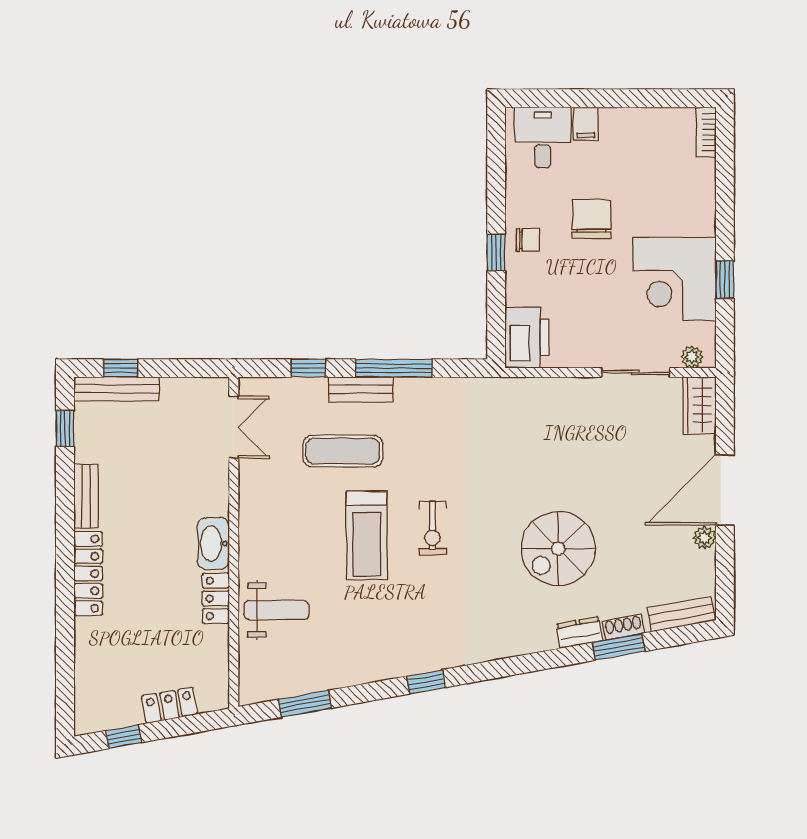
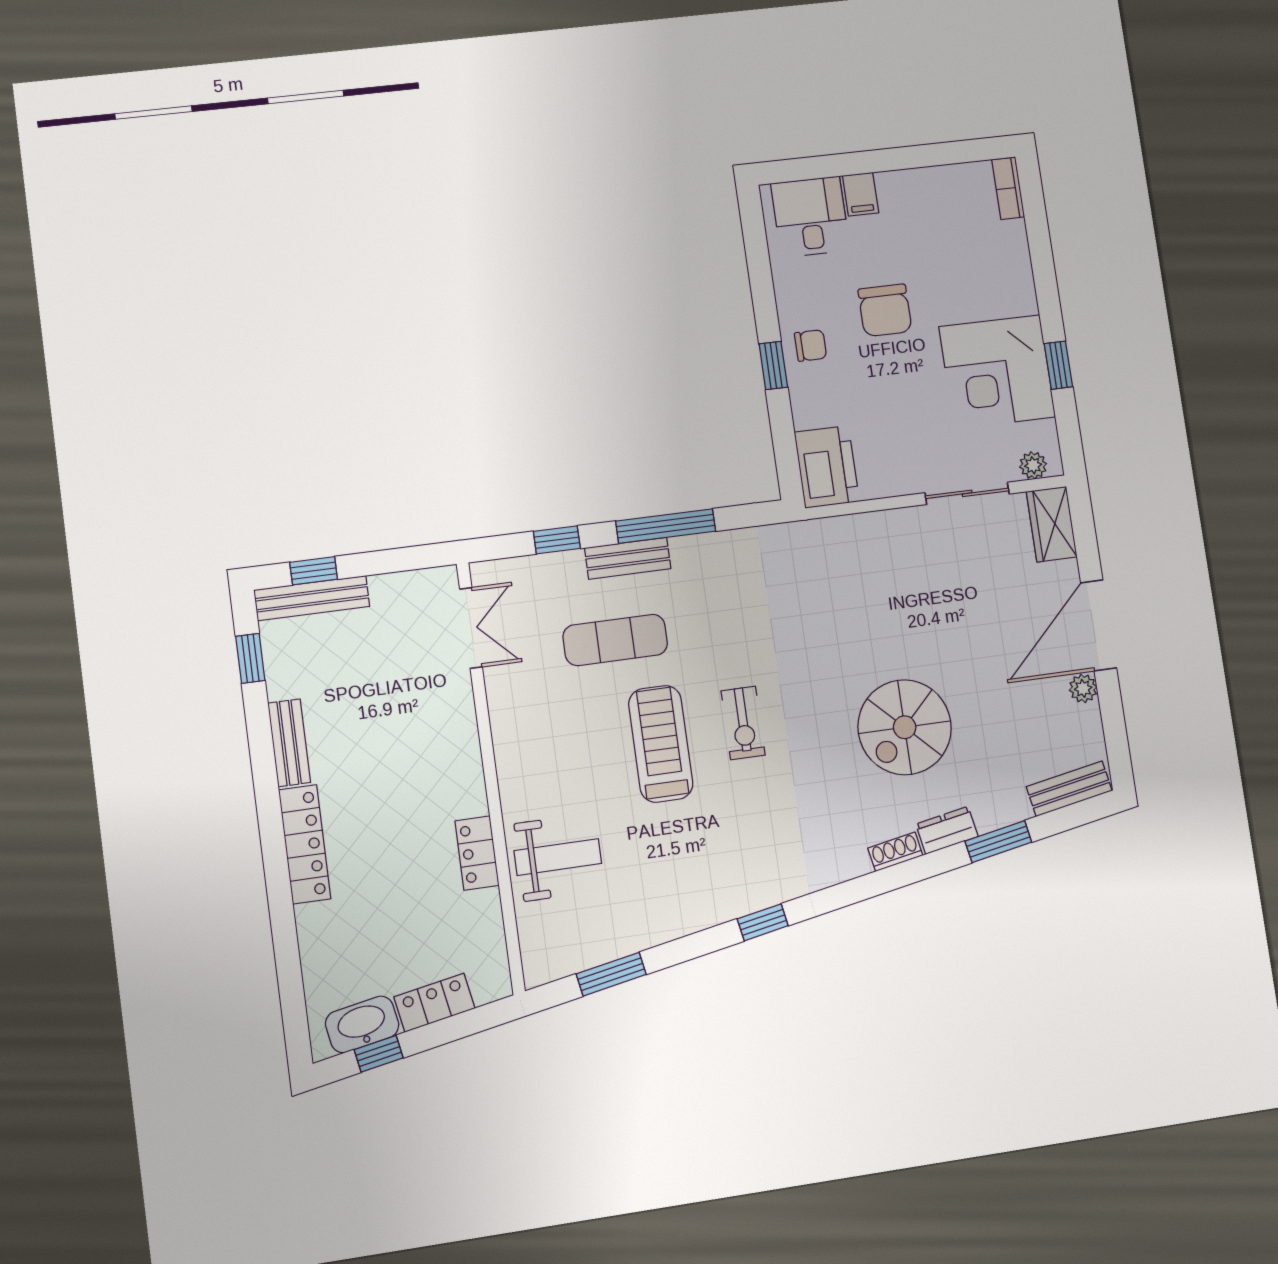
chair: (592, 219) -> (885, 310), turned 180
treadmill: (367, 535) -> (661, 744), turned 180
washbasin: (213, 543) -> (362, 1024), moved, turned 80
shoe rack: (623, 627) -> (895, 852), moved

